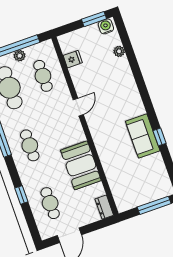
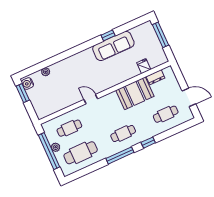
fridge: (73, 59) -> (144, 66), moved
sofa: (143, 136) -> (113, 46), width x1.36
window: (21, 195) -> (148, 143), moved
dresser: (104, 207) -> (155, 77), moved

